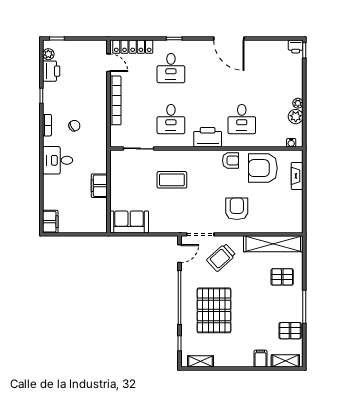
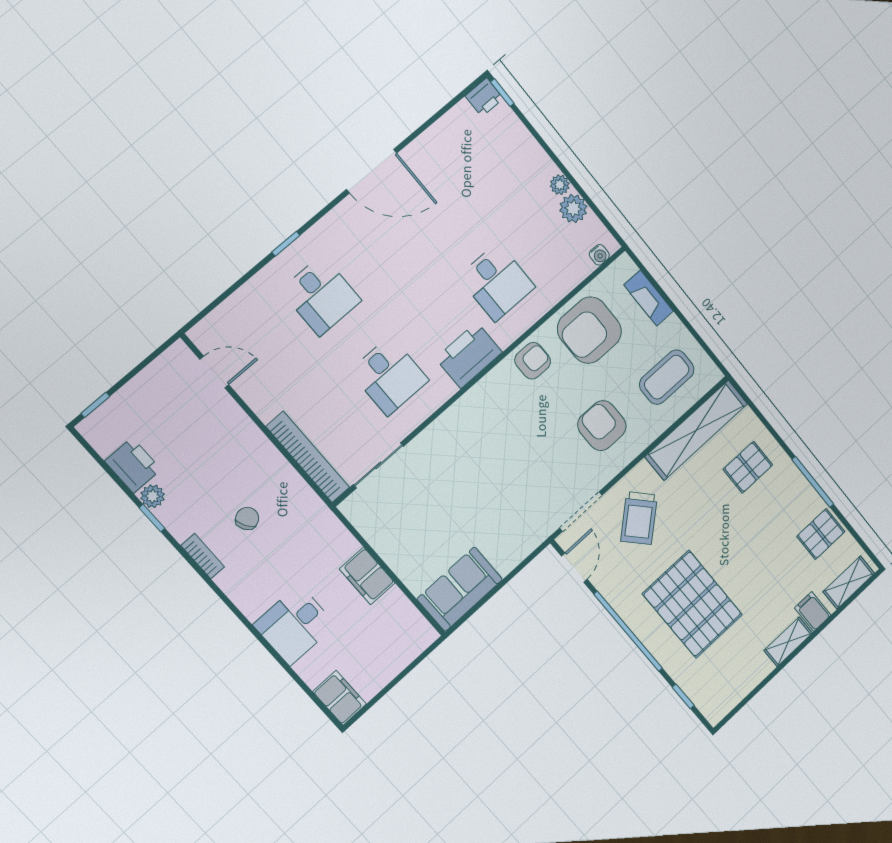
locker: (133, 47) -> (231, 313), removed
plant: (48, 54) -> (153, 496), moved
bookcase: (115, 100) -> (308, 457), moved
desk: (58, 160) -> (295, 625), moved
coffee table: (172, 180) -> (667, 377), moved
shelving: (201, 361) -> (788, 642), moved

